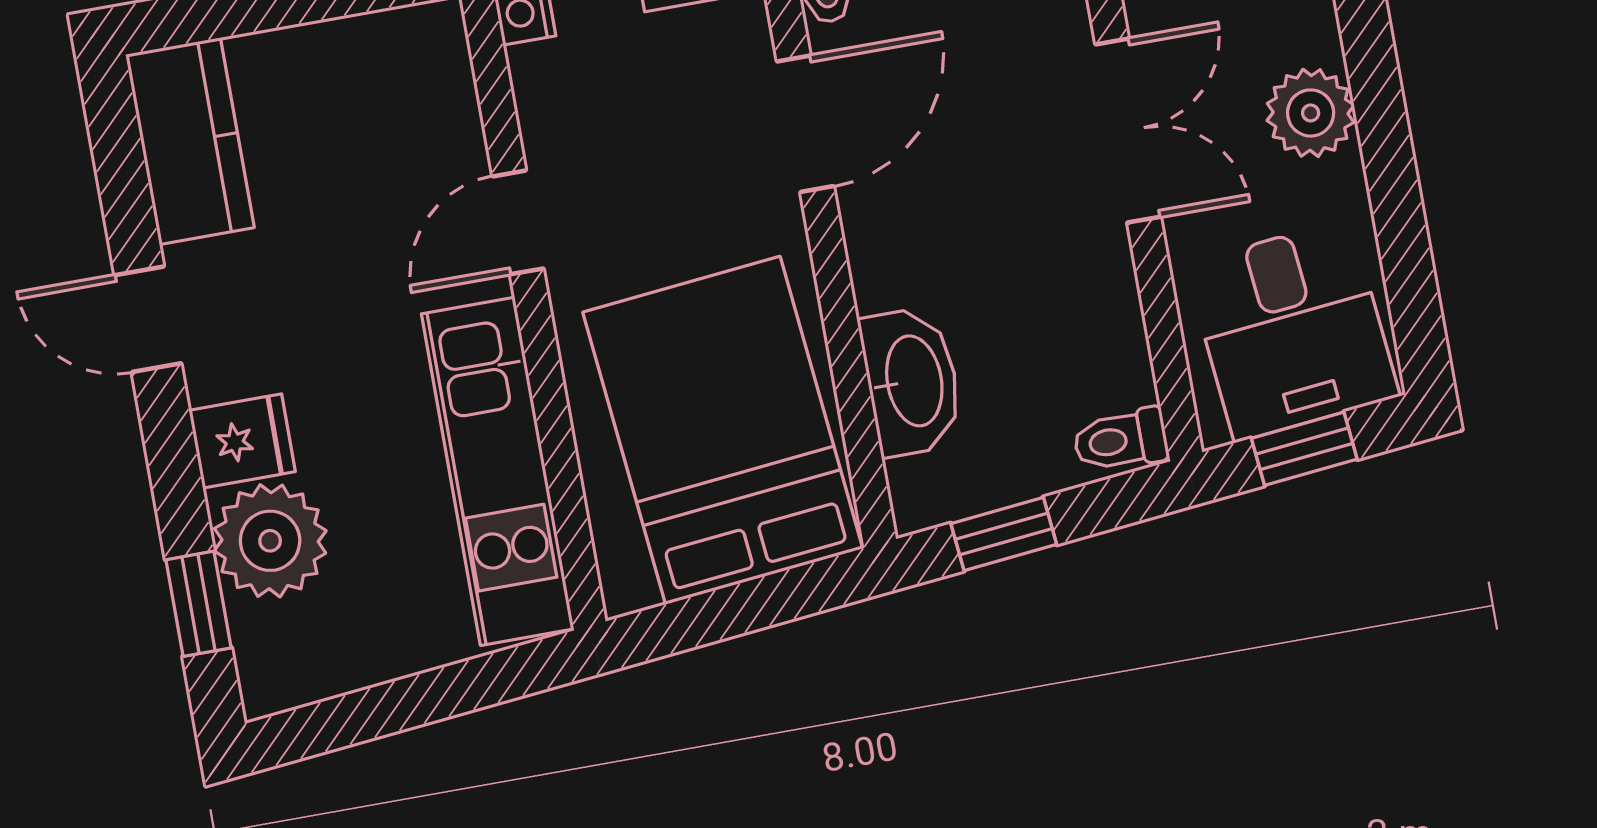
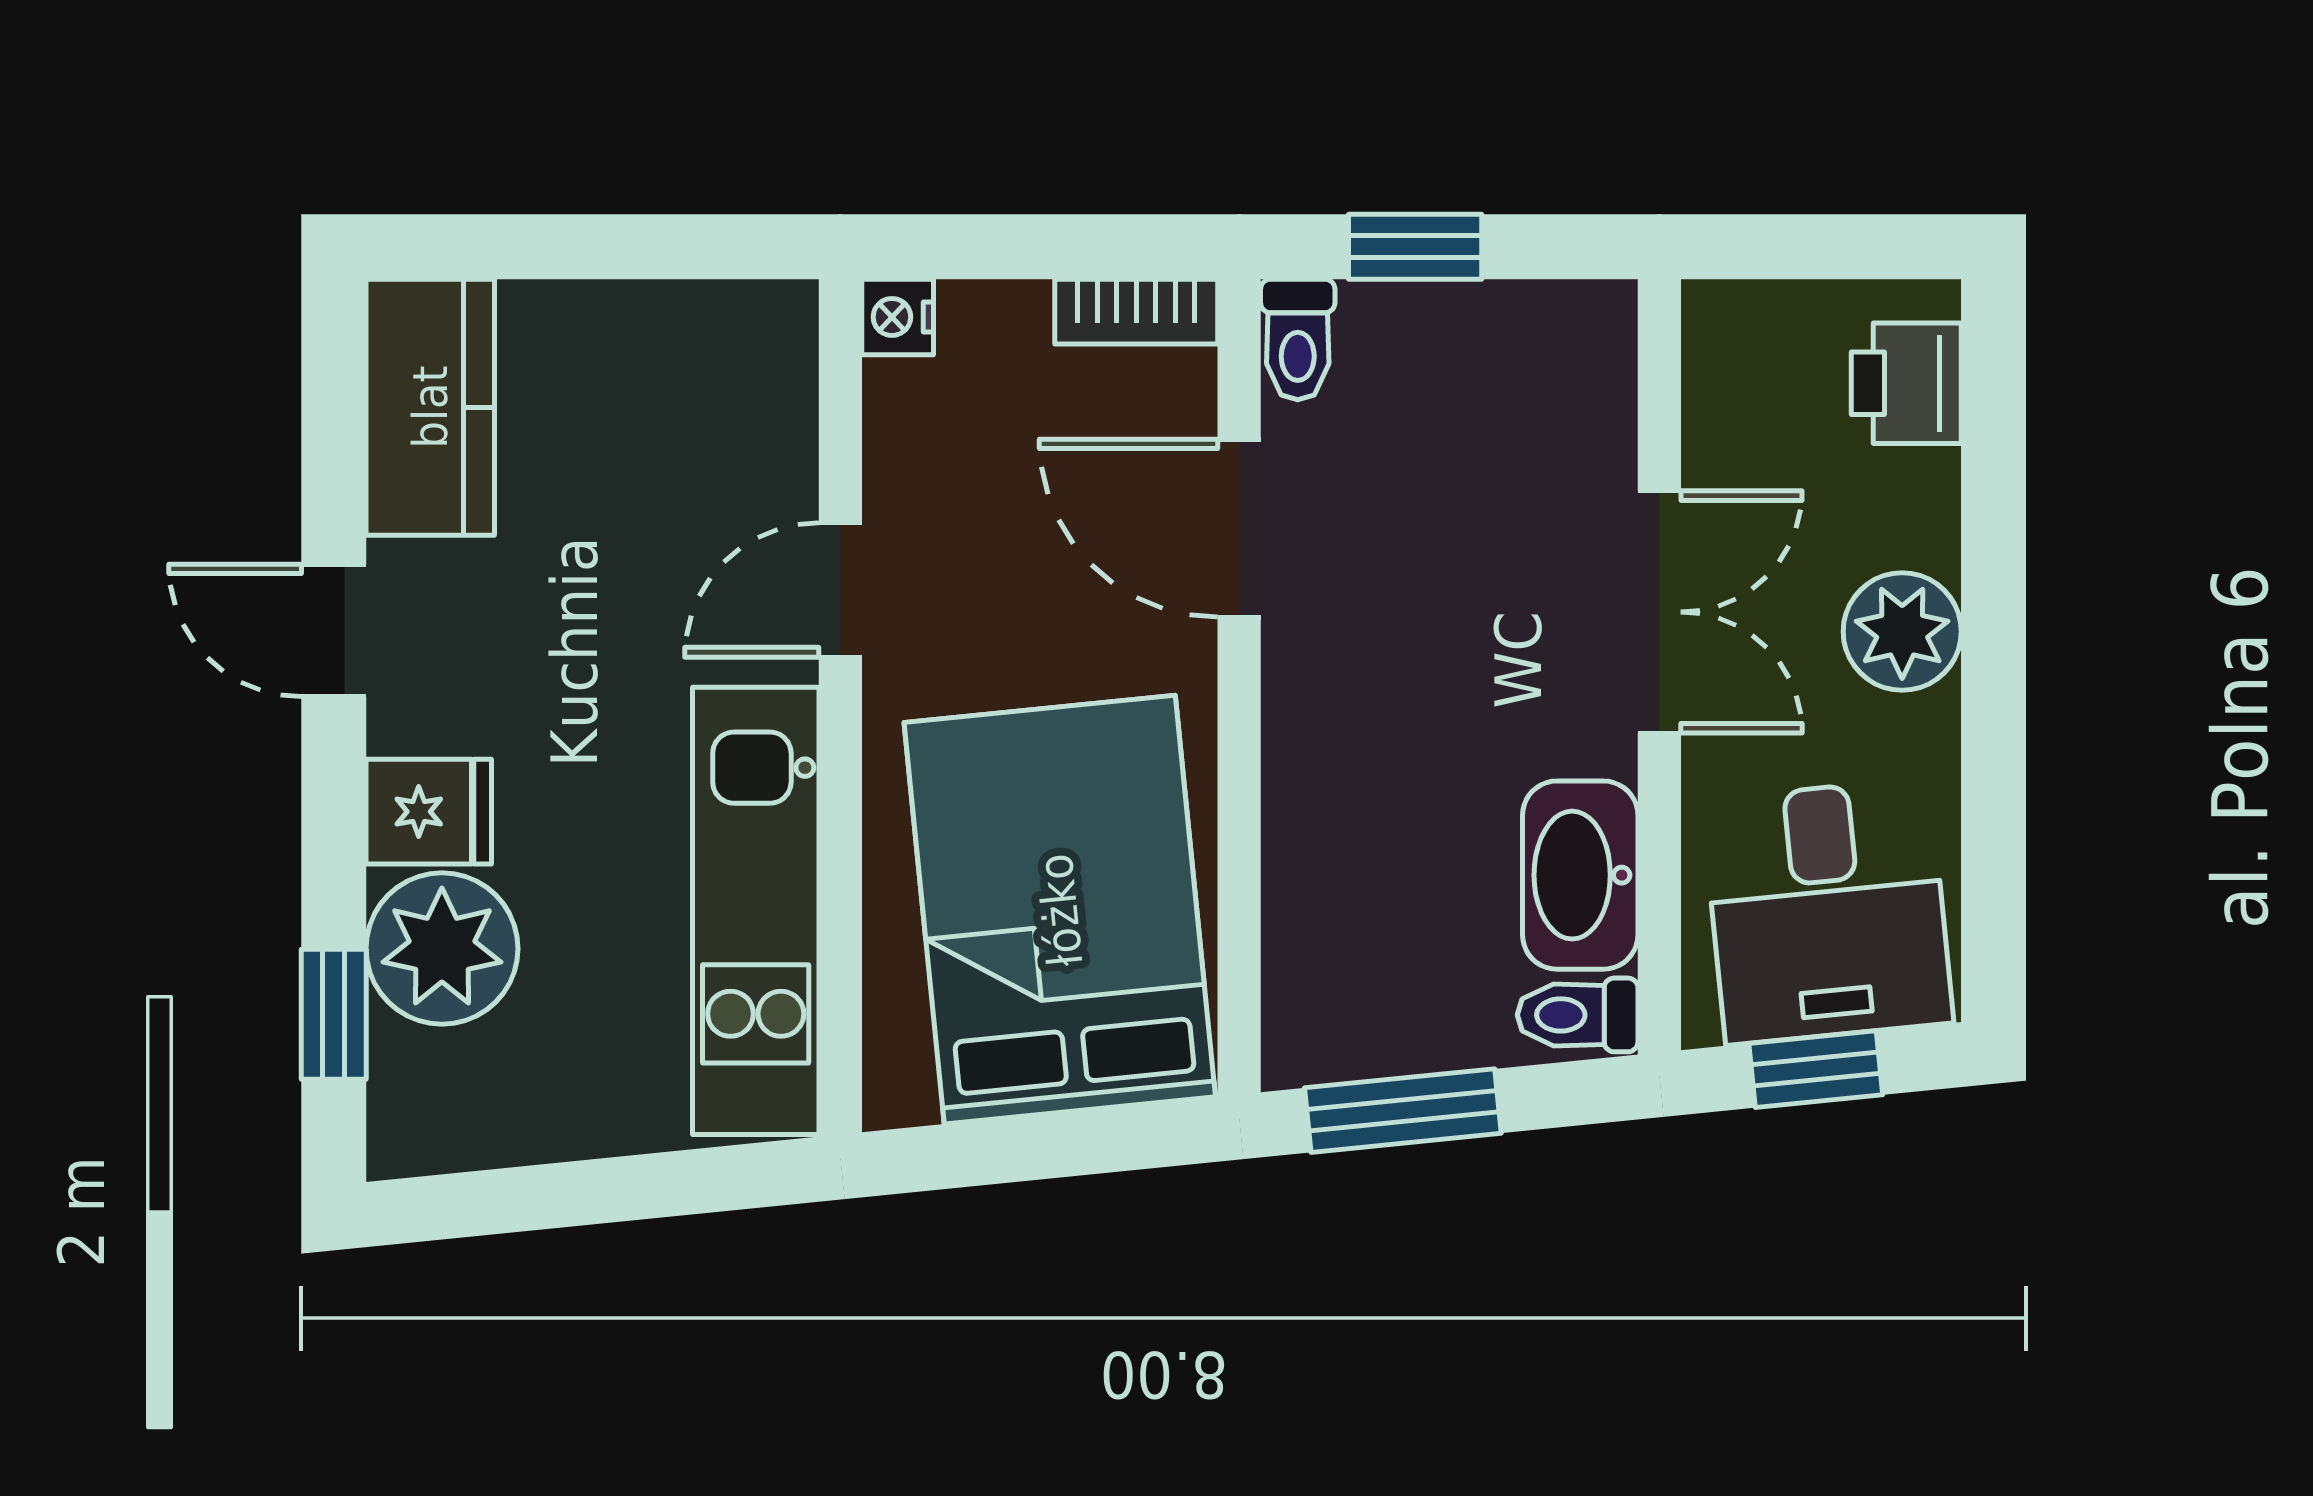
door: (805, 124) -> (1239, 528), swing flipped
washbasin: (912, 381) -> (1580, 875), moved, turned 180
window: (1004, 534) -> (1403, 1111), width x1.50

